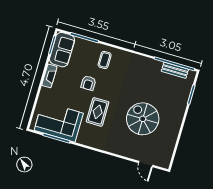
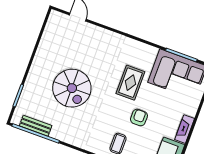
spiral stairs: (143, 119) -> (72, 88), moved

